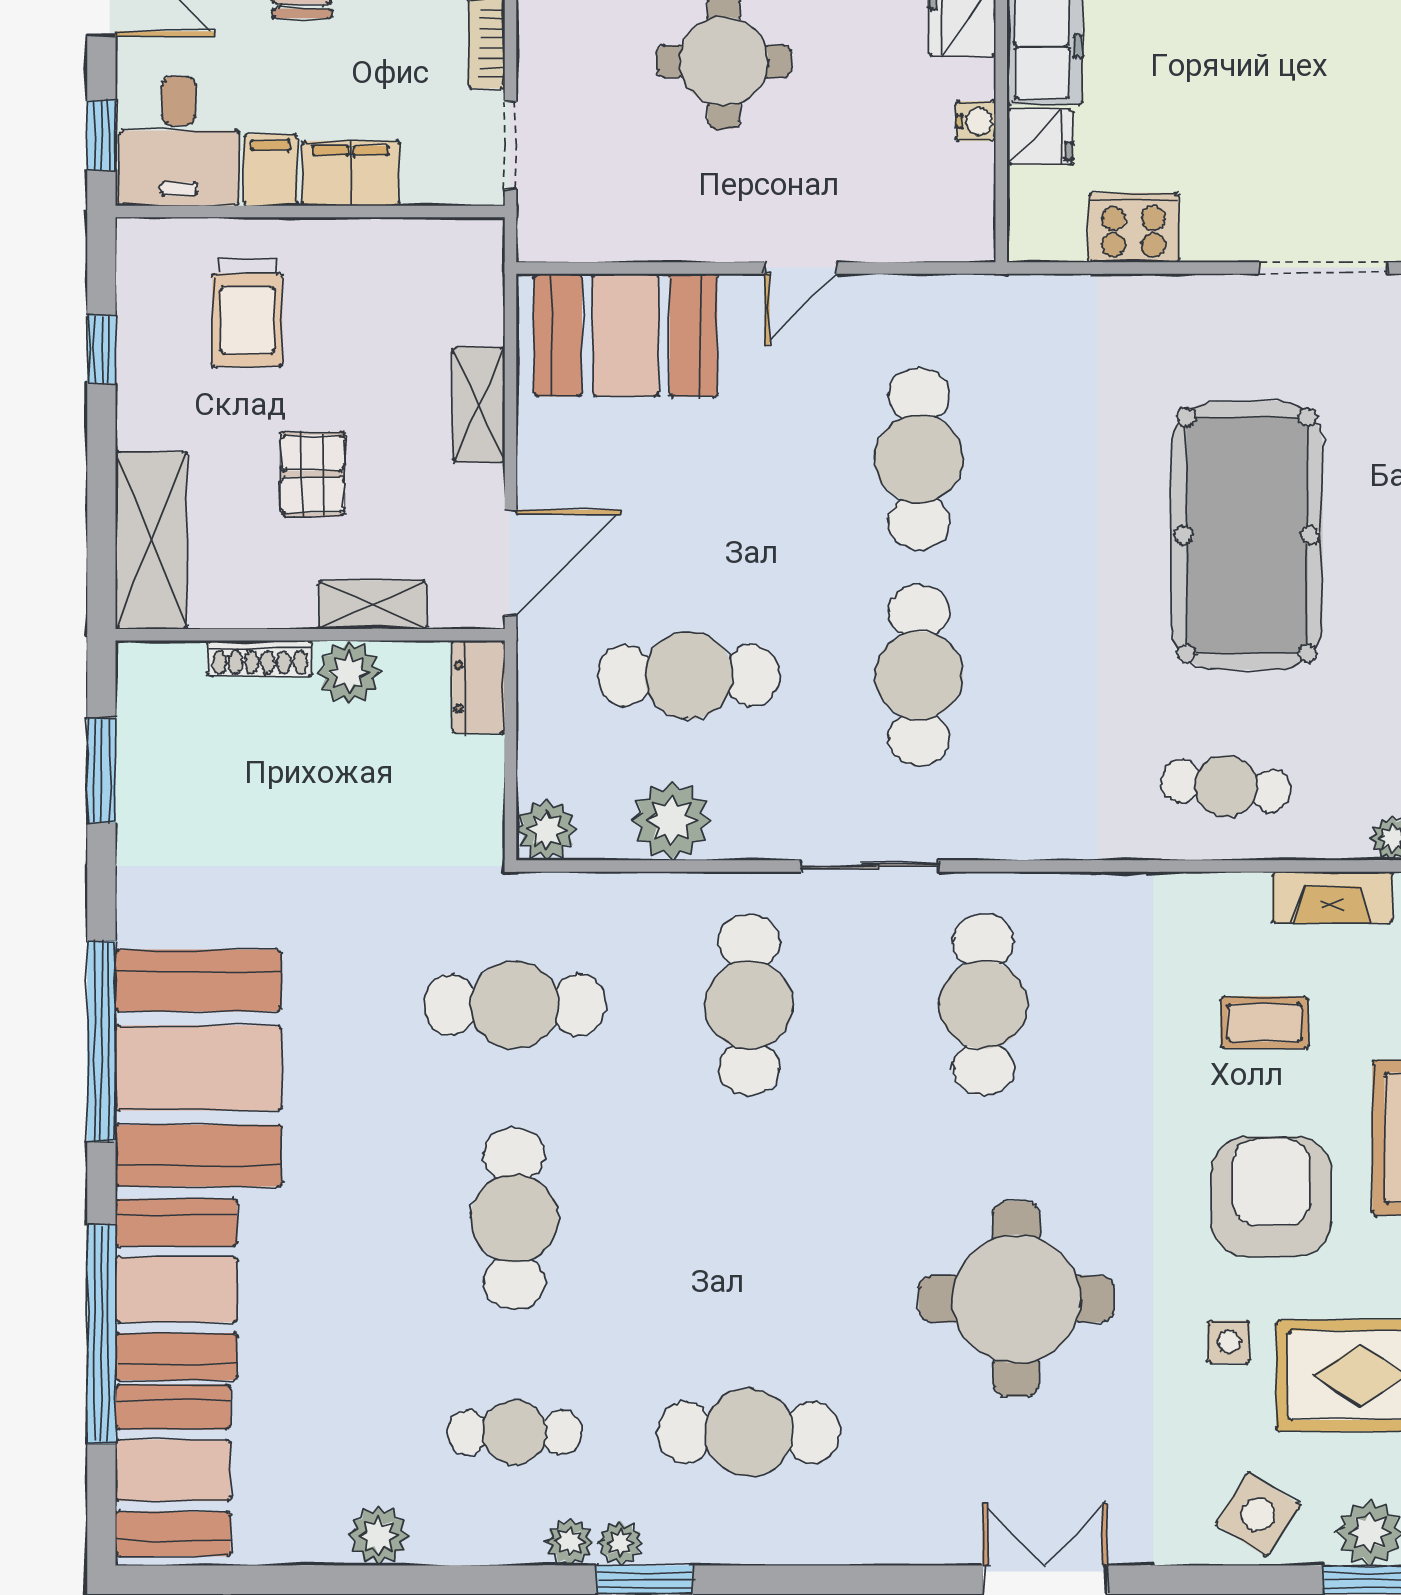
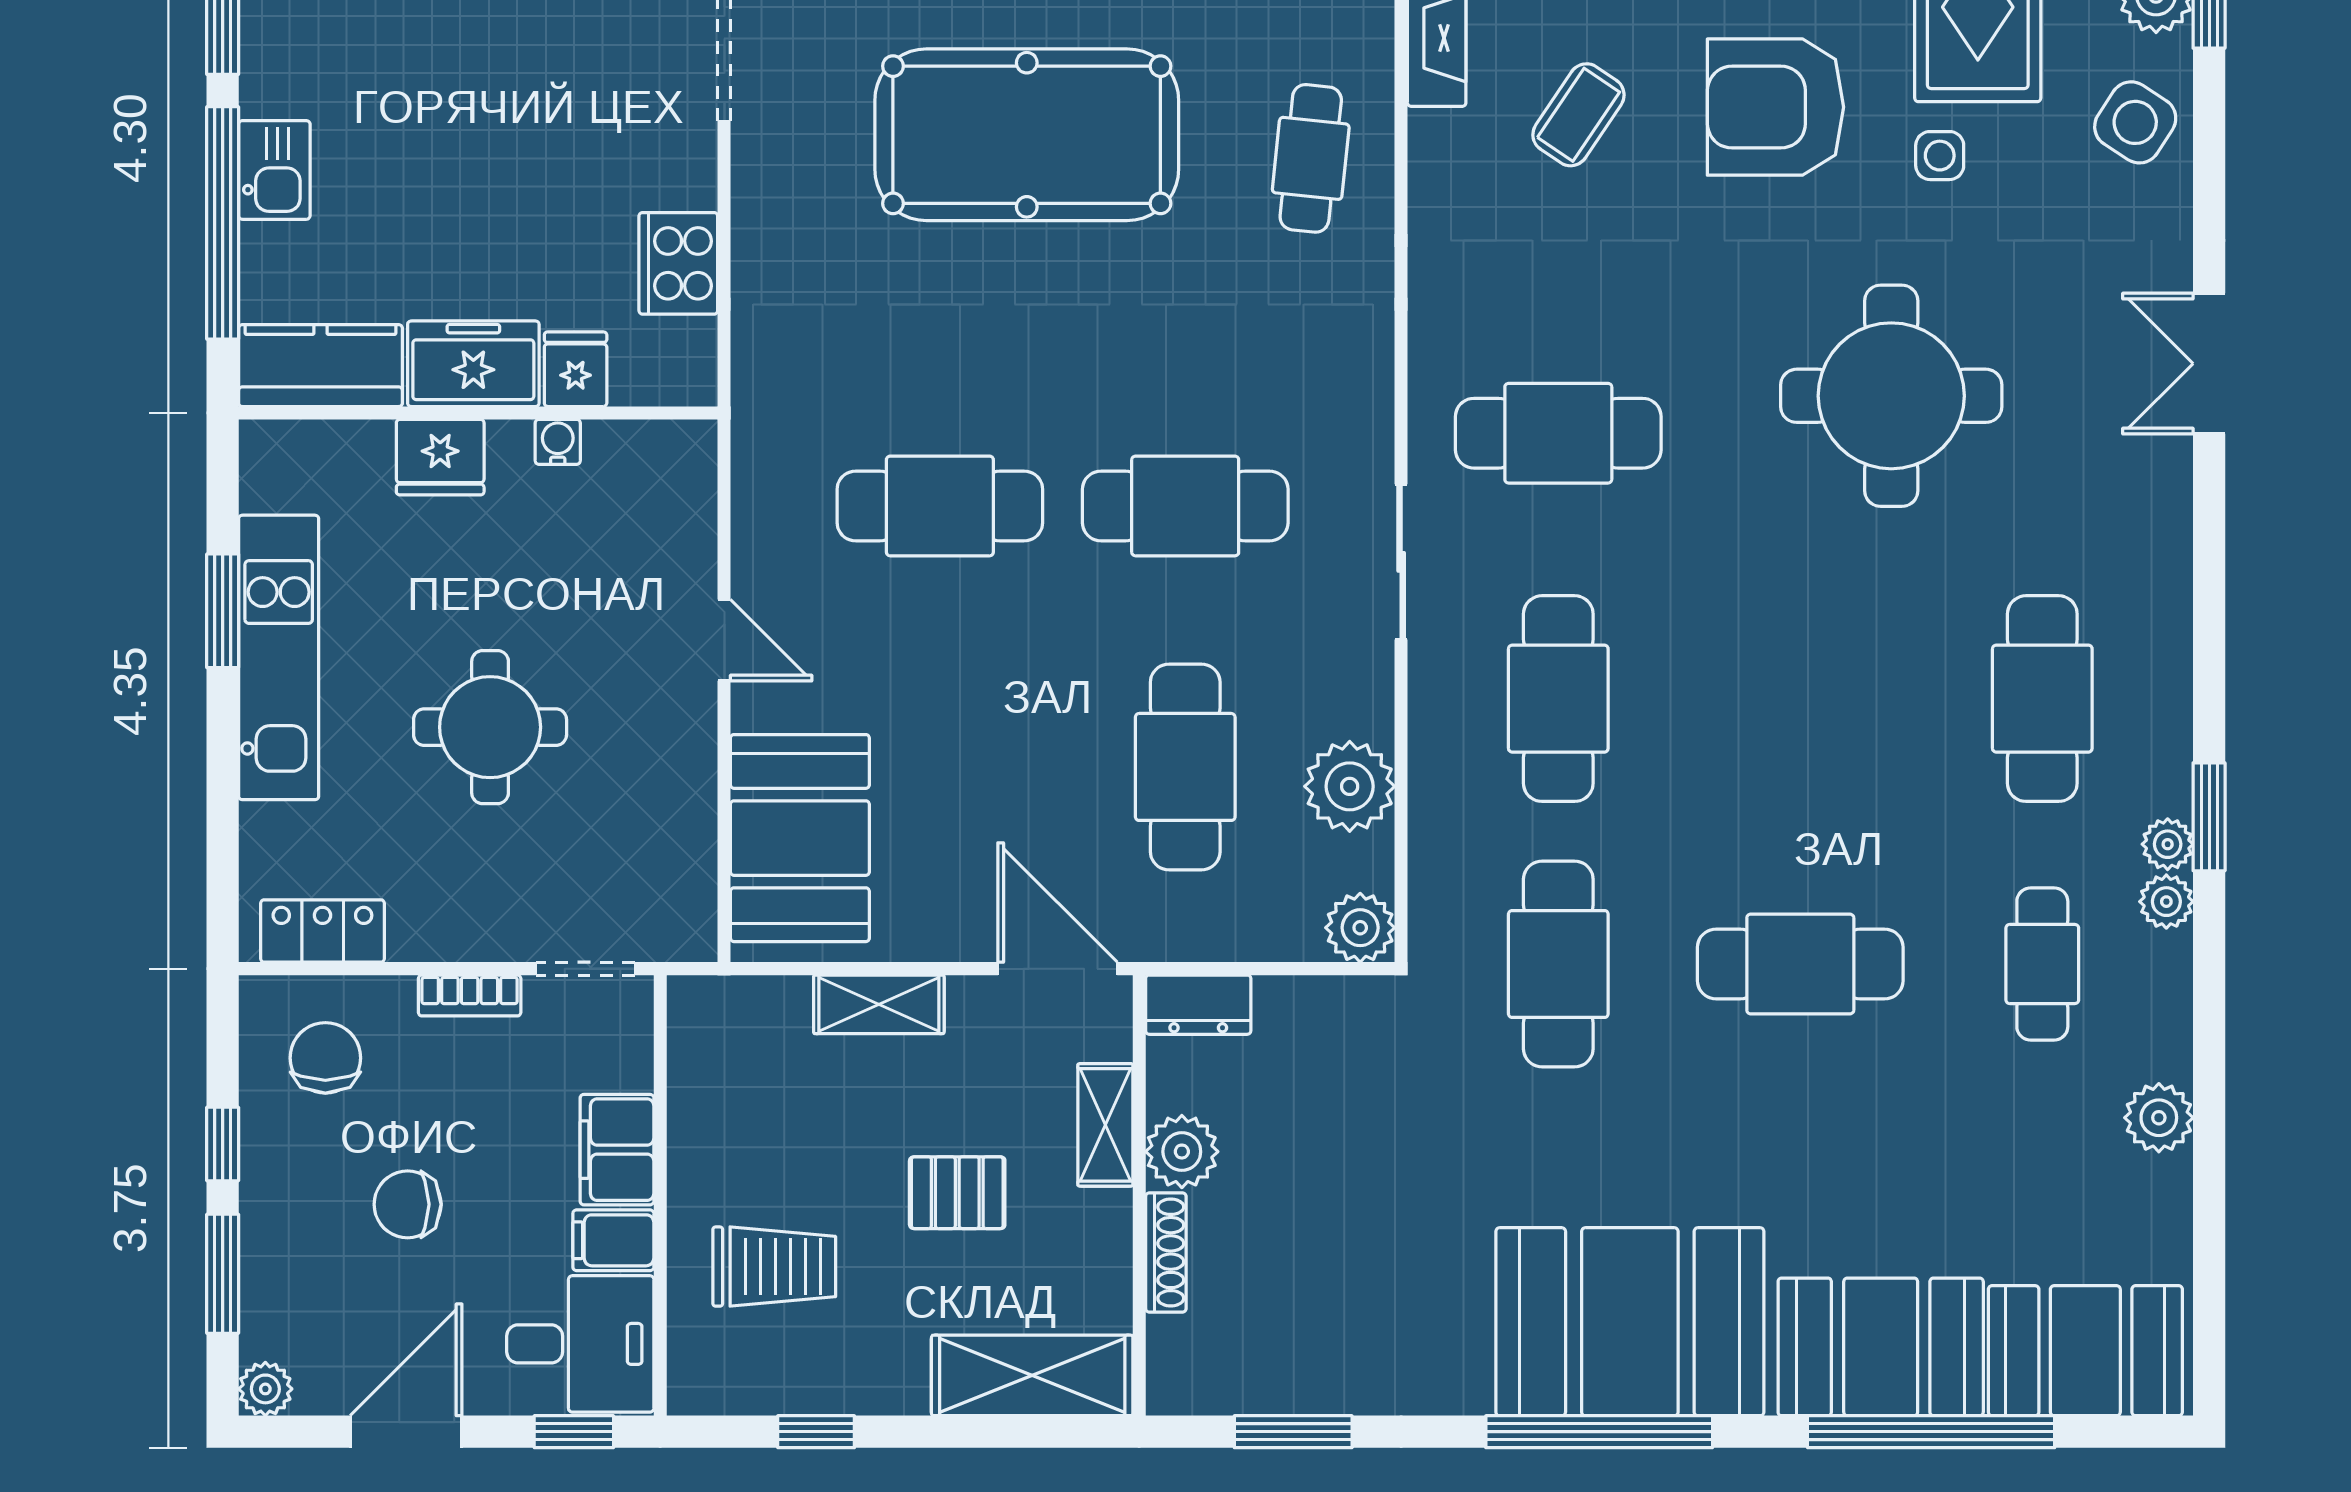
cafe table: (749, 1005) -> (1558, 699), turned 90
coffee table: (1265, 1023) -> (1578, 115), turned 34

